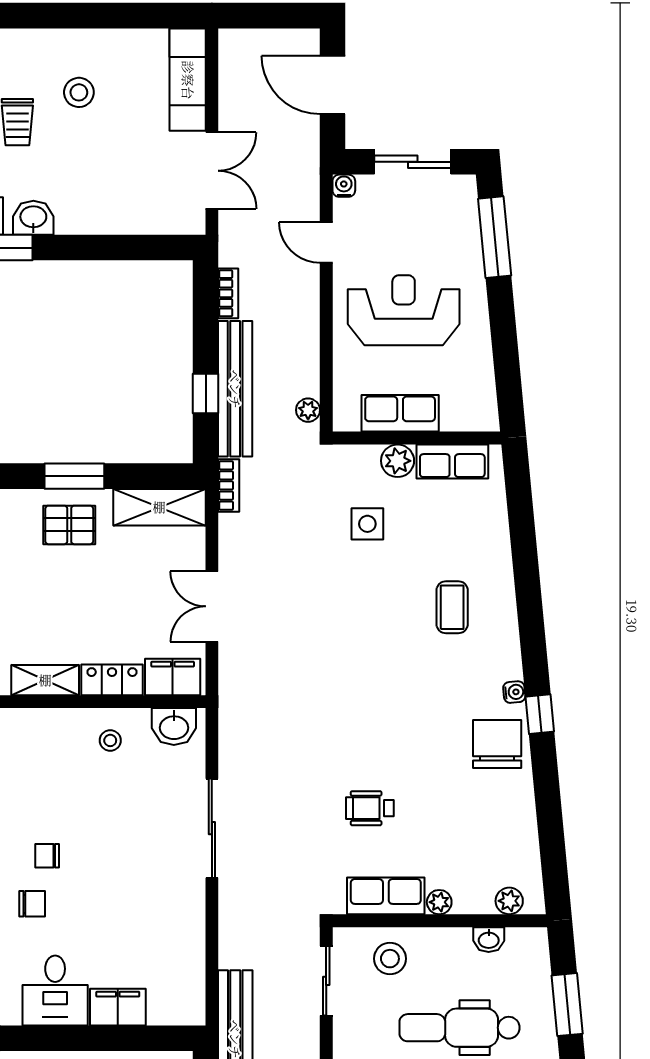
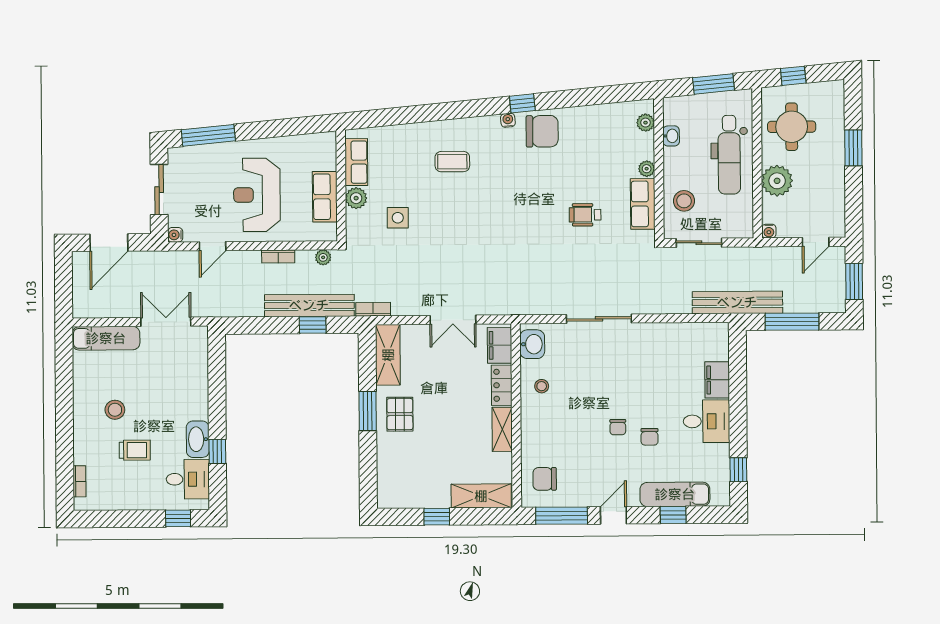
washbasin: (33, 218) -> (198, 439), width x1.38
bookcase: (228, 293) -> (278, 256), moved, turned 180
chair: (497, 744) -> (542, 131), turned 180
wheelchair: (370, 808) -> (585, 215), turned 90
chair: (32, 904) -> (650, 437), turned 180

